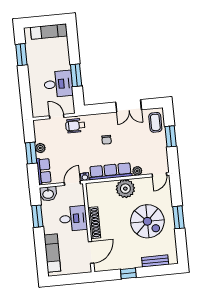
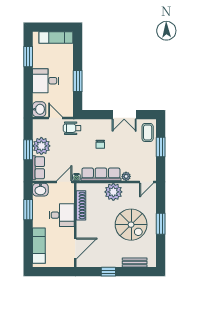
desk: (58, 84) -> (46, 81), moved, turned 180
washbasin: (38, 109) -> (39, 109), added
plant: (40, 148) -> (41, 146), width x1.87, depth x1.87
shoe rack: (94, 223) -> (81, 205), moved

